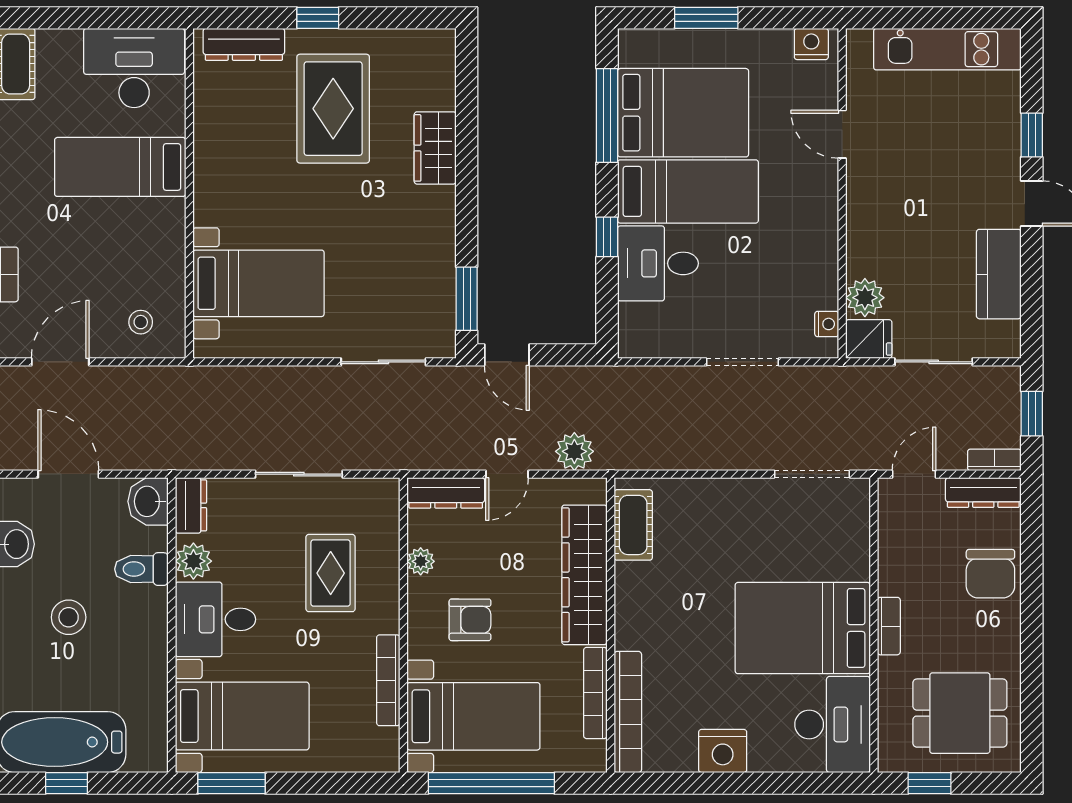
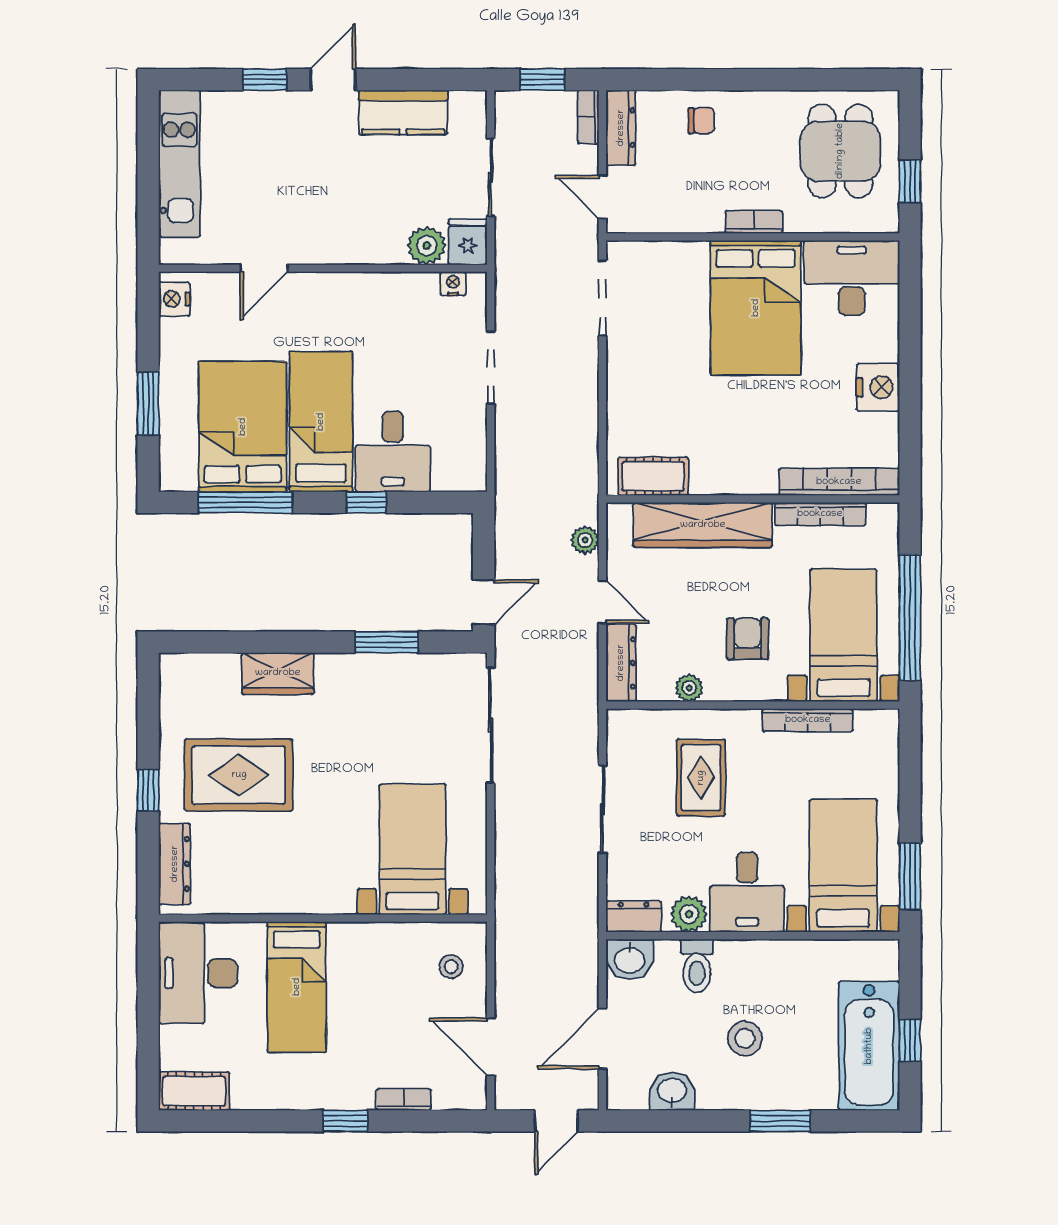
window: (467, 299) -> (387, 642), moved
sliding door: (383, 362) -> (491, 725), width x1.37
plant: (574, 451) -> (585, 540), width x0.73, depth x0.73
rug: (331, 573) -> (701, 778), turned 90
chair: (990, 574) -> (702, 121), width x0.54, depth x0.54

